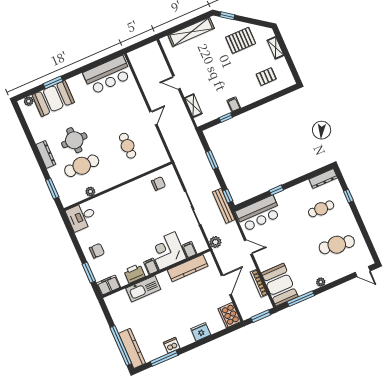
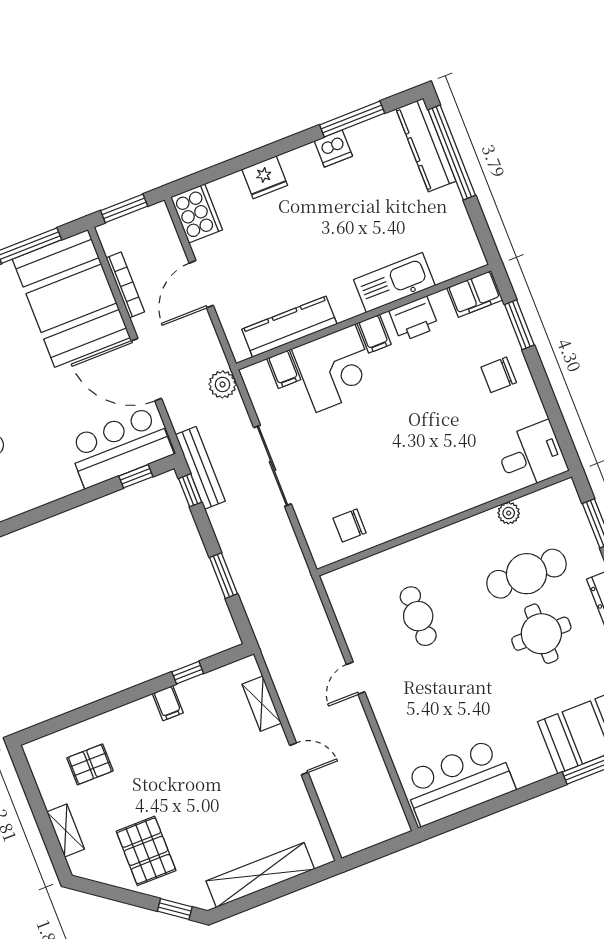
pallet: (241, 40) -> (146, 851), turned 90
window: (276, 190) -> (136, 476), moved
door: (248, 247) -> (146, 370), width x1.88
booth: (280, 285) -> (71, 298), width x1.36, depth x1.42

